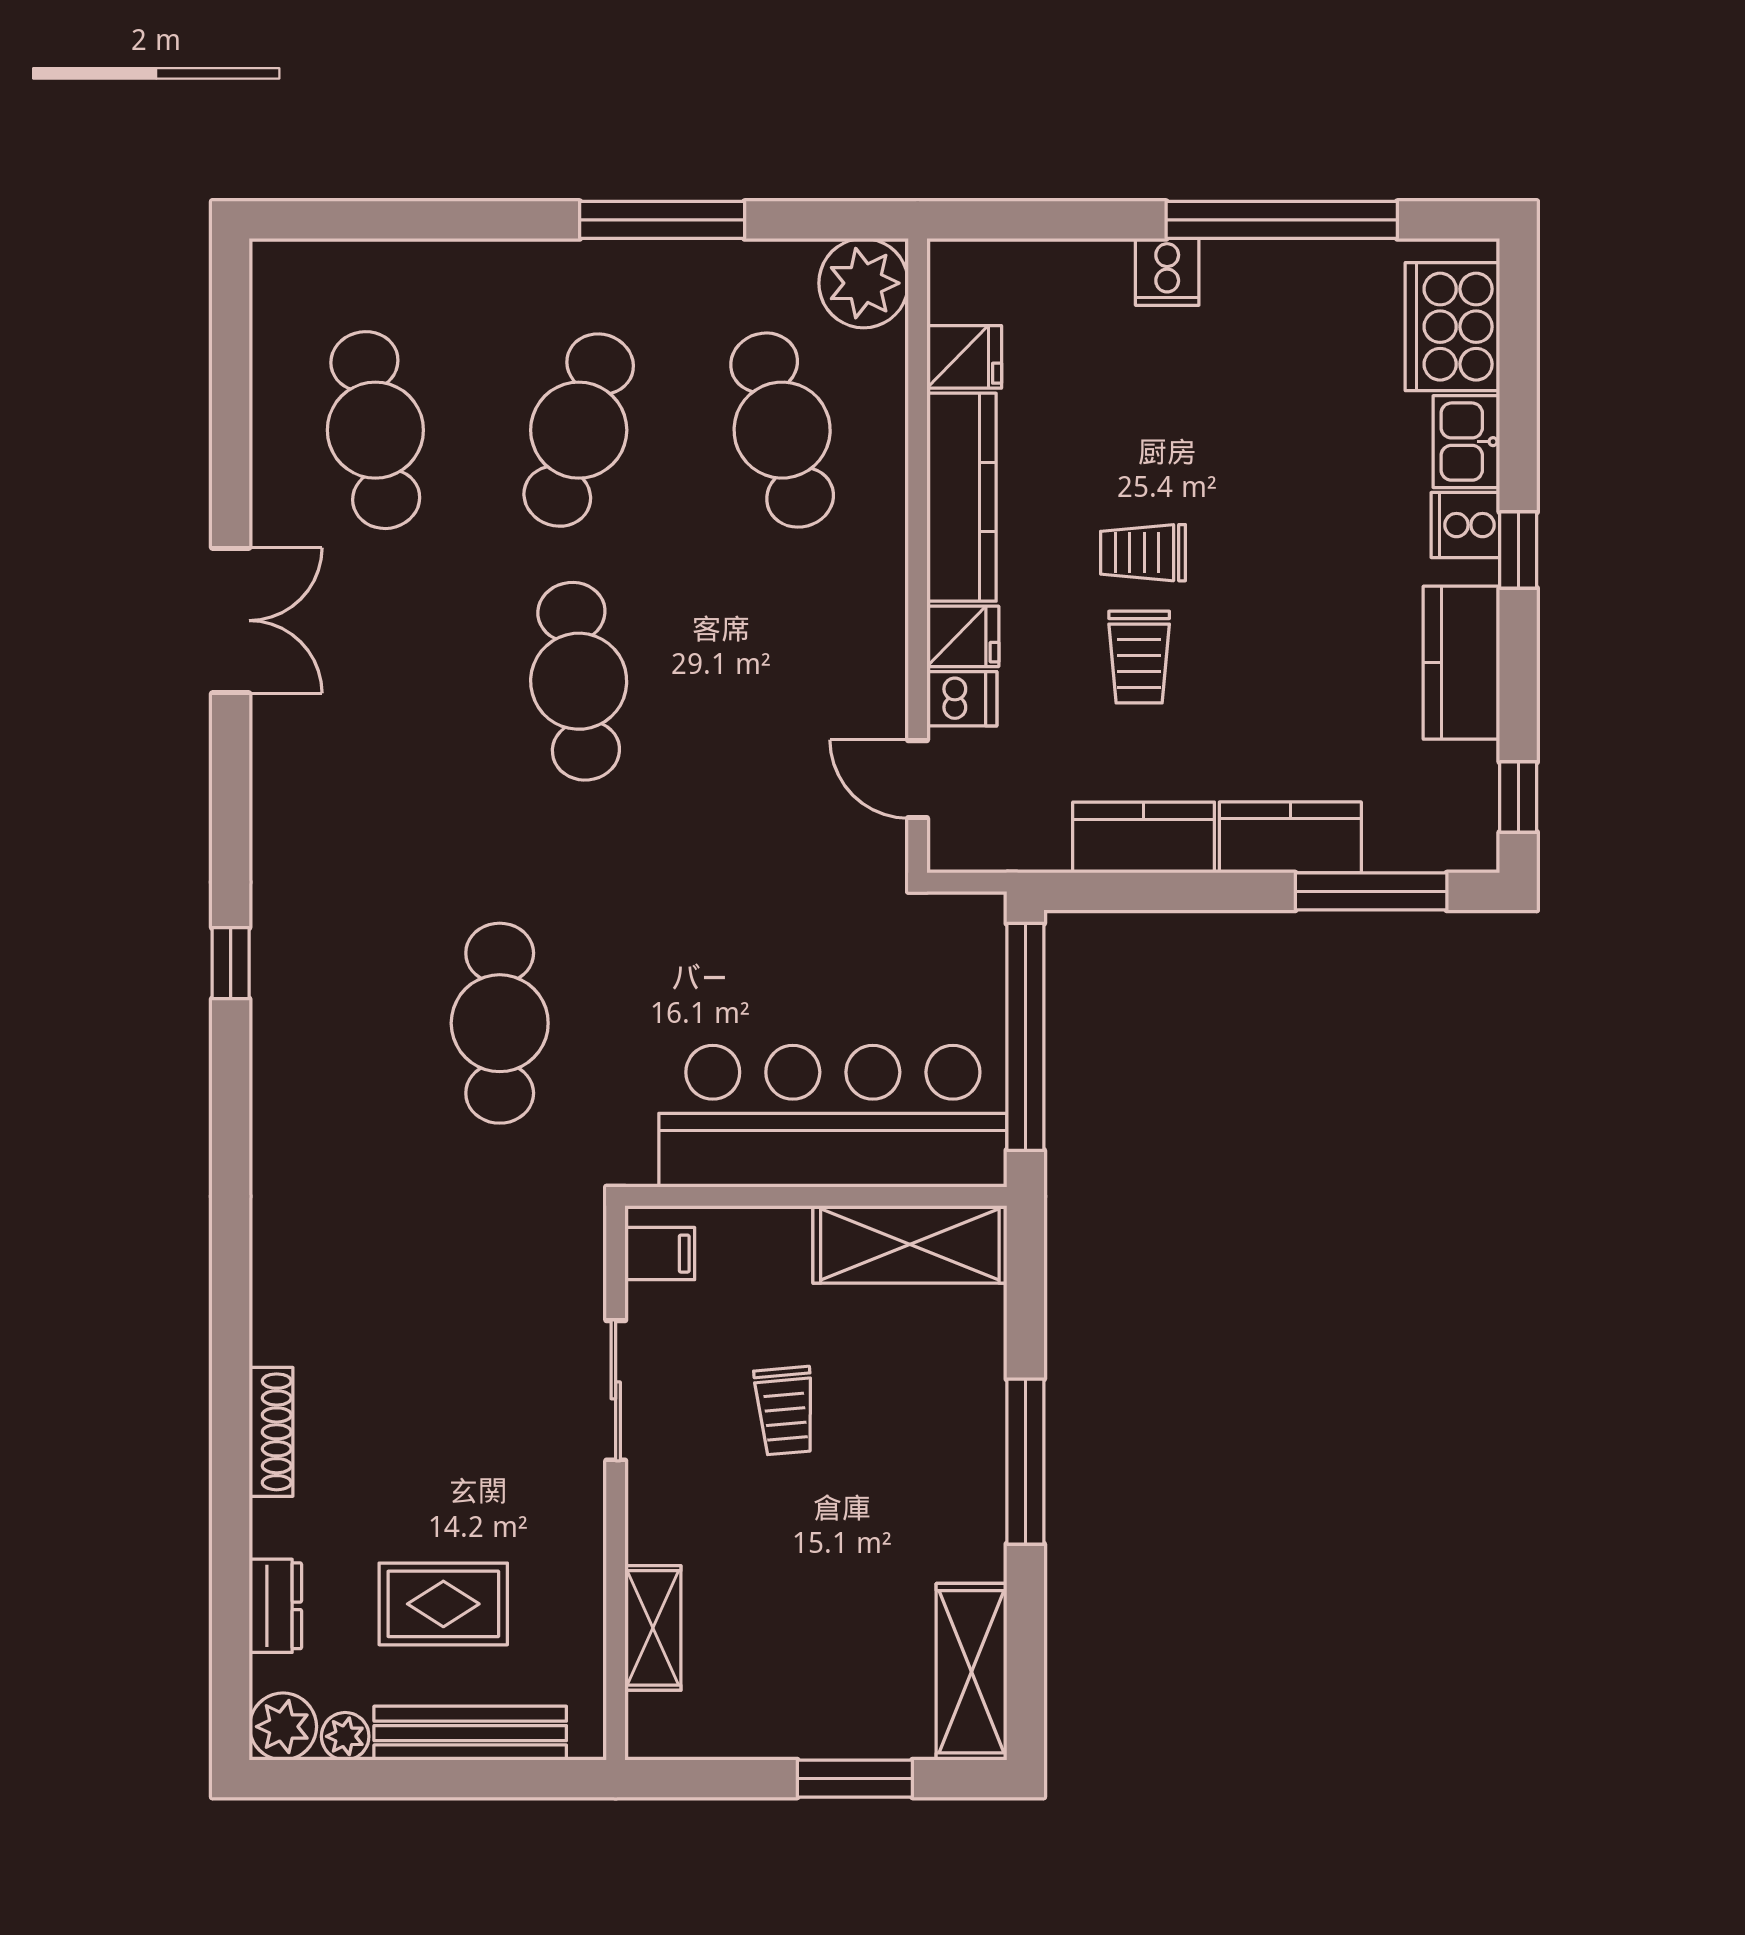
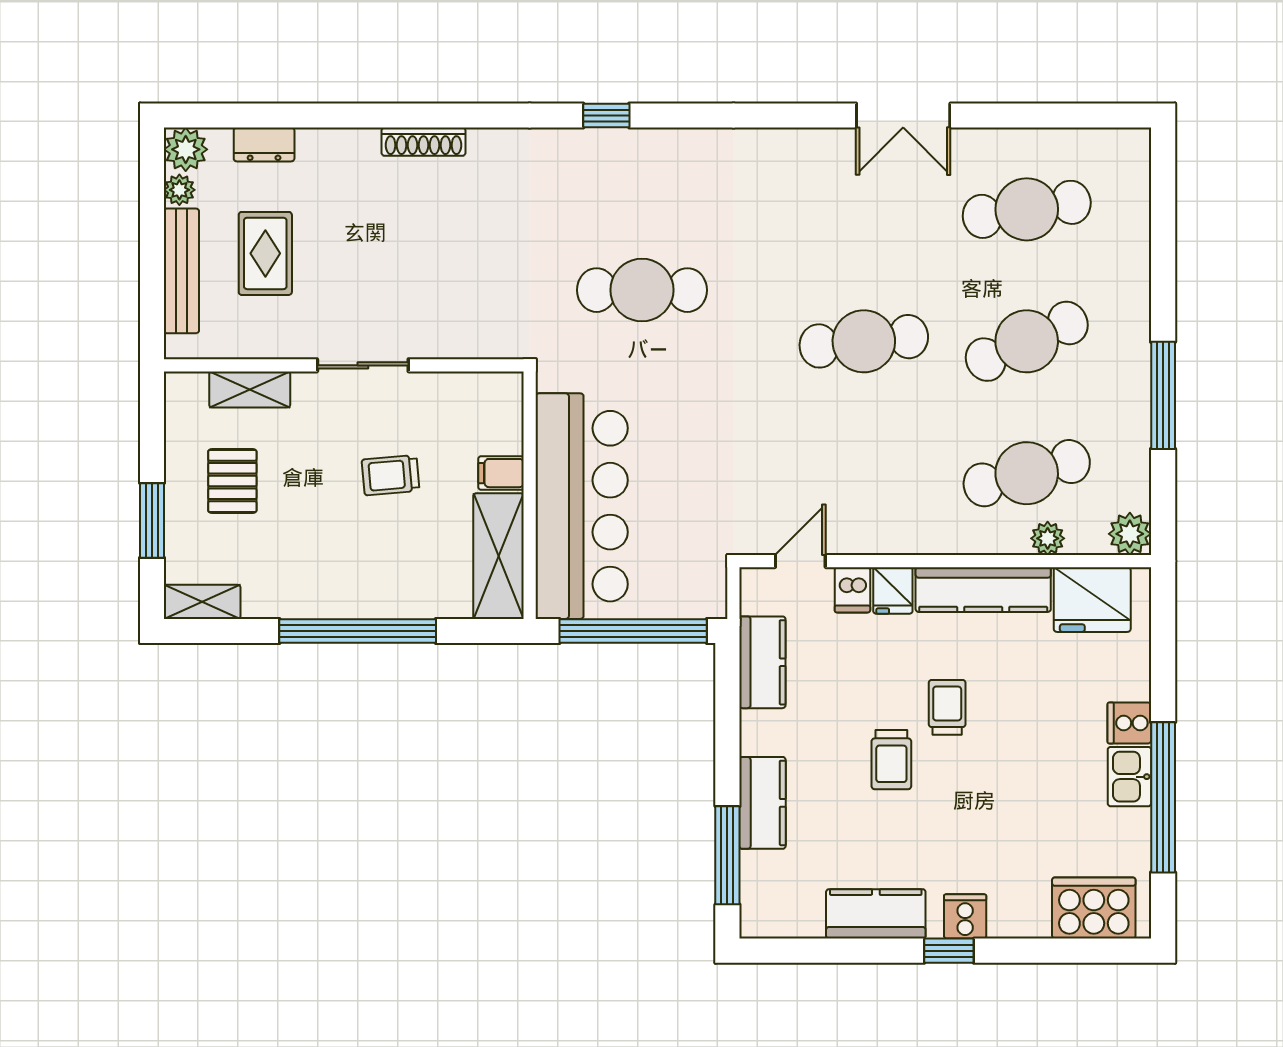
plant: (864, 283) -> (1130, 534), width x0.73, depth x0.73
fridge: (964, 357) -> (1092, 600), width x1.88, depth x1.34
plant: (883, 398) -> (1048, 538), added
cafe table: (579, 430) -> (1027, 341), turned -42
kitchen sink: (1466, 442) -> (1129, 777), moved, turned -90
trolley: (1139, 657) -> (891, 760), moved, turned -90
window: (1518, 797) -> (789, 951), removed
kitchen counter: (1144, 837) -> (762, 662), moved
window: (231, 963) -> (606, 115), moved
filing cabinet: (660, 1254) -> (501, 473), moved, turned 90
sliding door: (616, 1390) -> (363, 365), moved
shoe rack: (271, 1432) -> (423, 142), moved
window: (1025, 1462) -> (358, 631), width x1.46
pallet: (794, 1655) -> (232, 481), added
shelving: (972, 1672) -> (202, 602), width x0.67, depth x0.75

